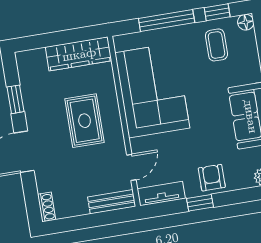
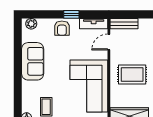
rug: (85, 121) -> (132, 75), turned 90

